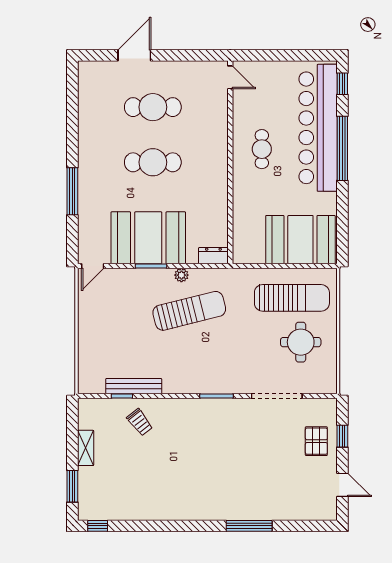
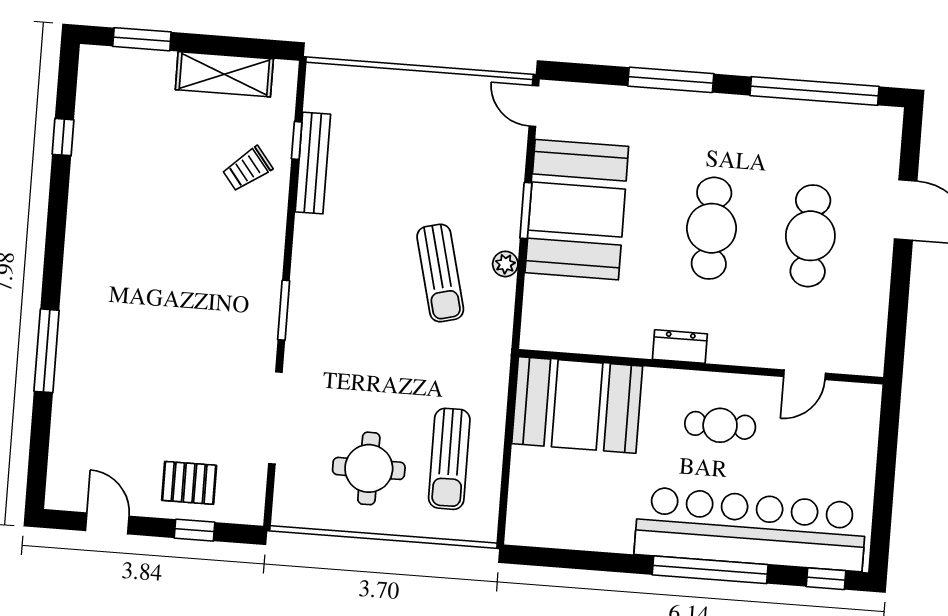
door: (230, 77) -> (805, 375), moved
window: (72, 111) -> (815, 91), added
booth: (300, 240) -> (577, 405), moved, turned 90
dresser: (213, 256) -> (680, 347), moved, turned -90
sun lounger: (292, 298) -> (449, 459), width x0.73, depth x0.75
sun lounger: (189, 311) -> (440, 273), width x0.73, depth x0.75
shelving: (86, 448) -> (224, 74), width x1.50, depth x1.33
door: (342, 485) -> (107, 523), swing flipped
window: (98, 526) -> (63, 137), moved

